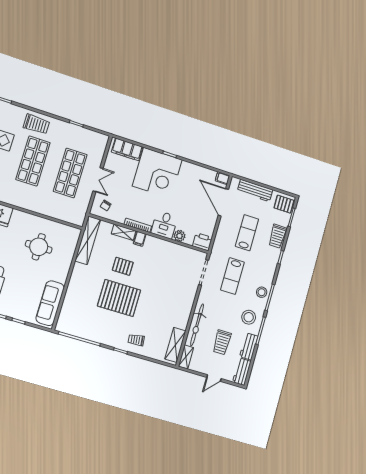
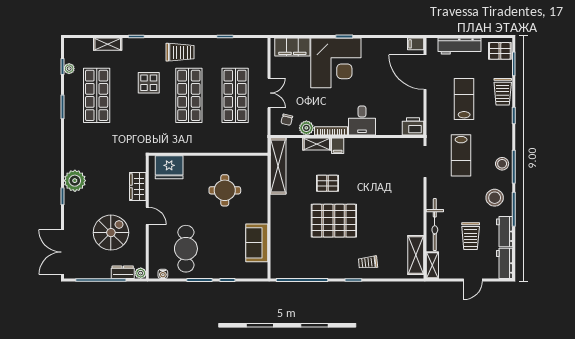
plant: (179, 236) -> (306, 128), moved
sofa: (50, 303) -> (257, 243), width x0.73

